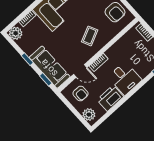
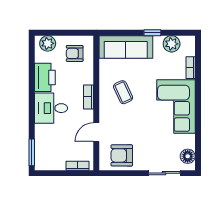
plant: (16, 33) -> (172, 44), moved
coffee table: (90, 36) -> (123, 92), moved
door: (80, 71) -> (96, 132), moved
window: (46, 79) -> (118, 33), removed

